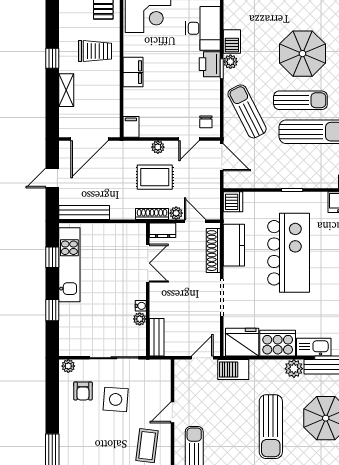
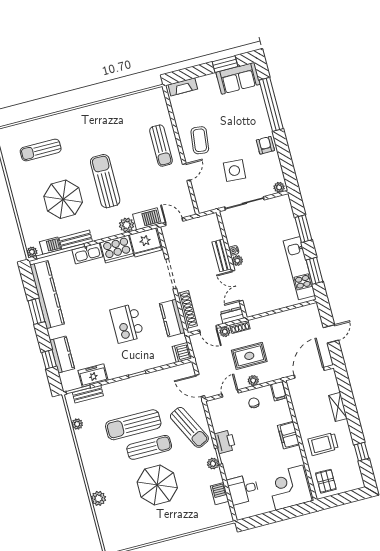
desk: (203, 28) -> (243, 489), width x0.73
barbecue: (232, 41) -> (220, 494), moved
window: (52, 58) -> (362, 452), moved
printer: (210, 64) -> (225, 442), moved
sun lounger: (300, 100) -> (149, 447), turned 180
chair: (206, 122) -> (254, 403), moved
bench: (84, 212) -> (298, 313), removed
shoe rack: (152, 214) -> (240, 327), width x0.70
kitchen island: (289, 253) -> (127, 323), width x0.54, depth x0.78
window: (52, 257) -> (314, 271), width x1.50
window: (52, 310) -> (303, 229), width x1.50
plant: (140, 319) -> (237, 261), moved
bench: (157, 337) -> (222, 255), moved
door: (202, 358) -> (174, 222), swing flipped
plant: (294, 369) -> (127, 225), moved
armchair: (83, 391) -> (265, 145), moved

